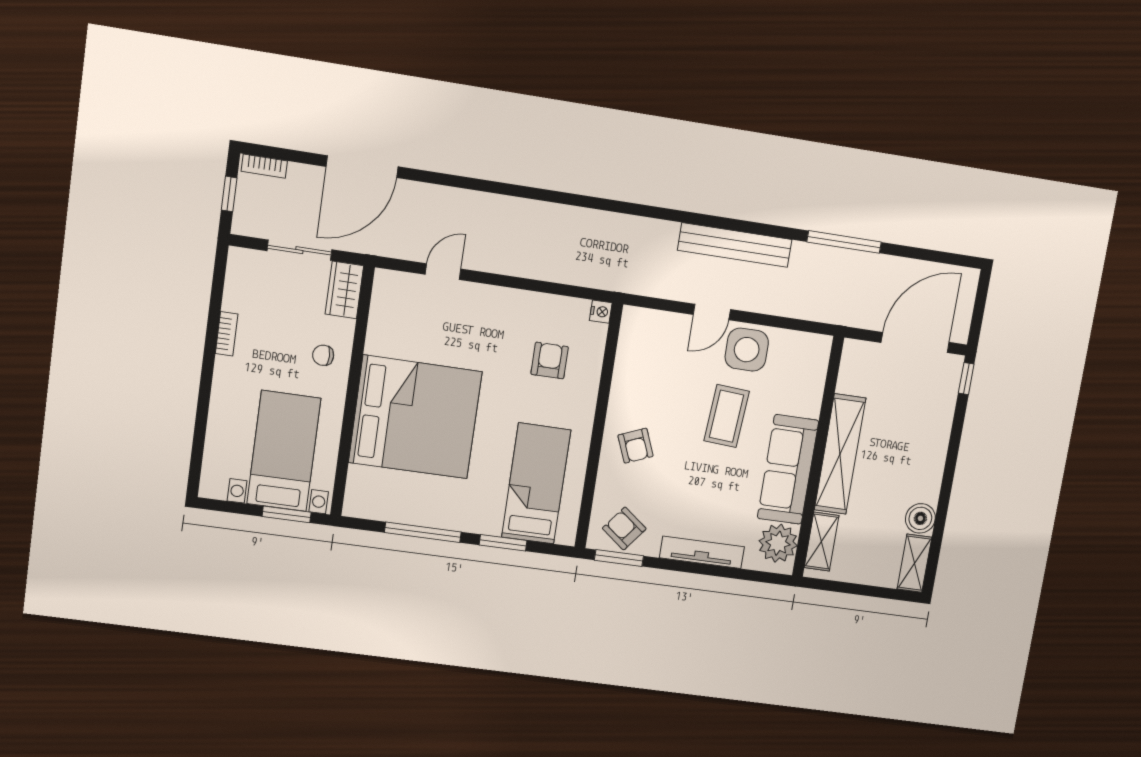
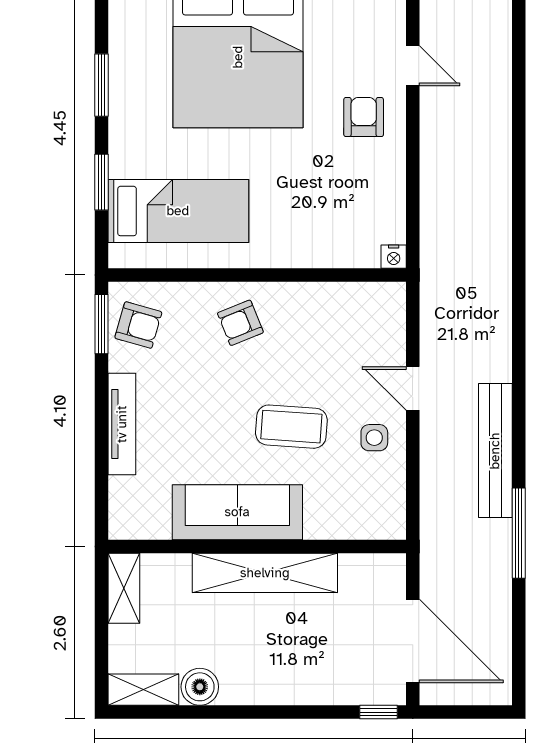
bench: (735, 245) -> (495, 451), moved
side table: (747, 350) -> (374, 438), width x0.54, depth x0.54
armchair: (550, 360) -> (364, 117), moved, turned -90
armchair: (624, 528) -> (138, 325), turned 68
window: (423, 532) -> (101, 85), width x0.69
shelving: (822, 542) -> (124, 588), moved, turned 90
plant: (778, 543) -> (145, 516), removed

